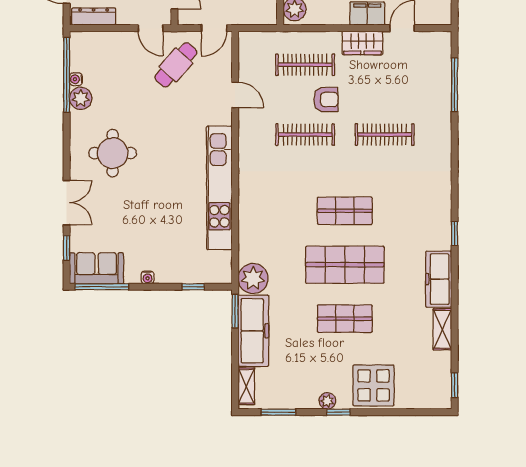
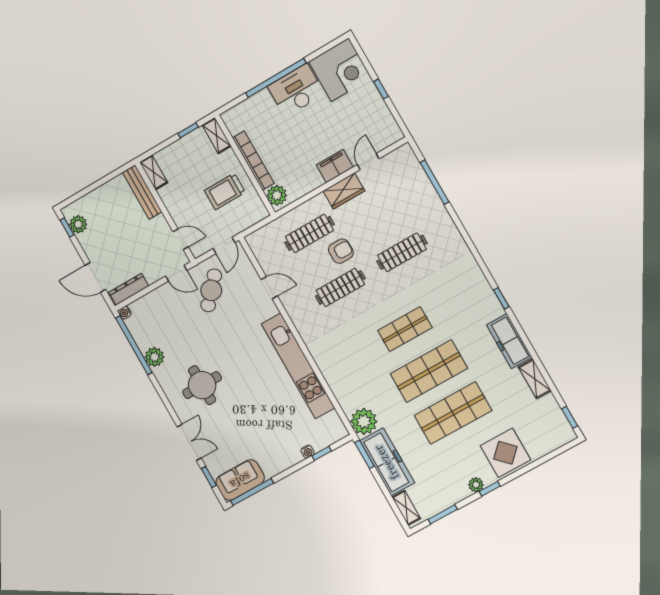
water cooler: (76, 79) -> (125, 313), moved
water cooler: (148, 277) -> (308, 452), moved
shop shelf: (345, 319) -> (453, 413), width x1.43, depth x1.36

